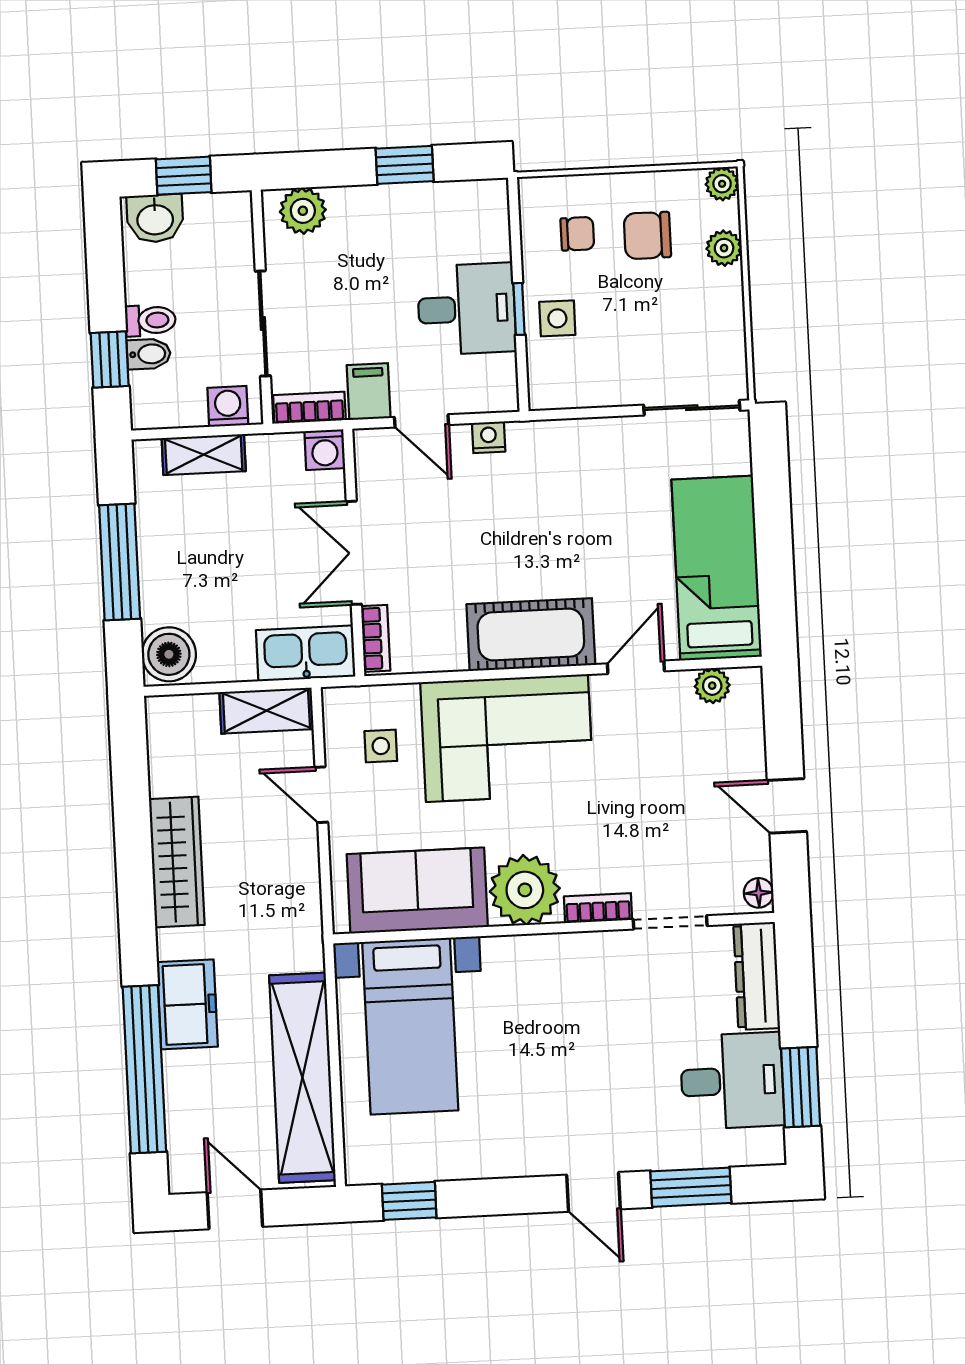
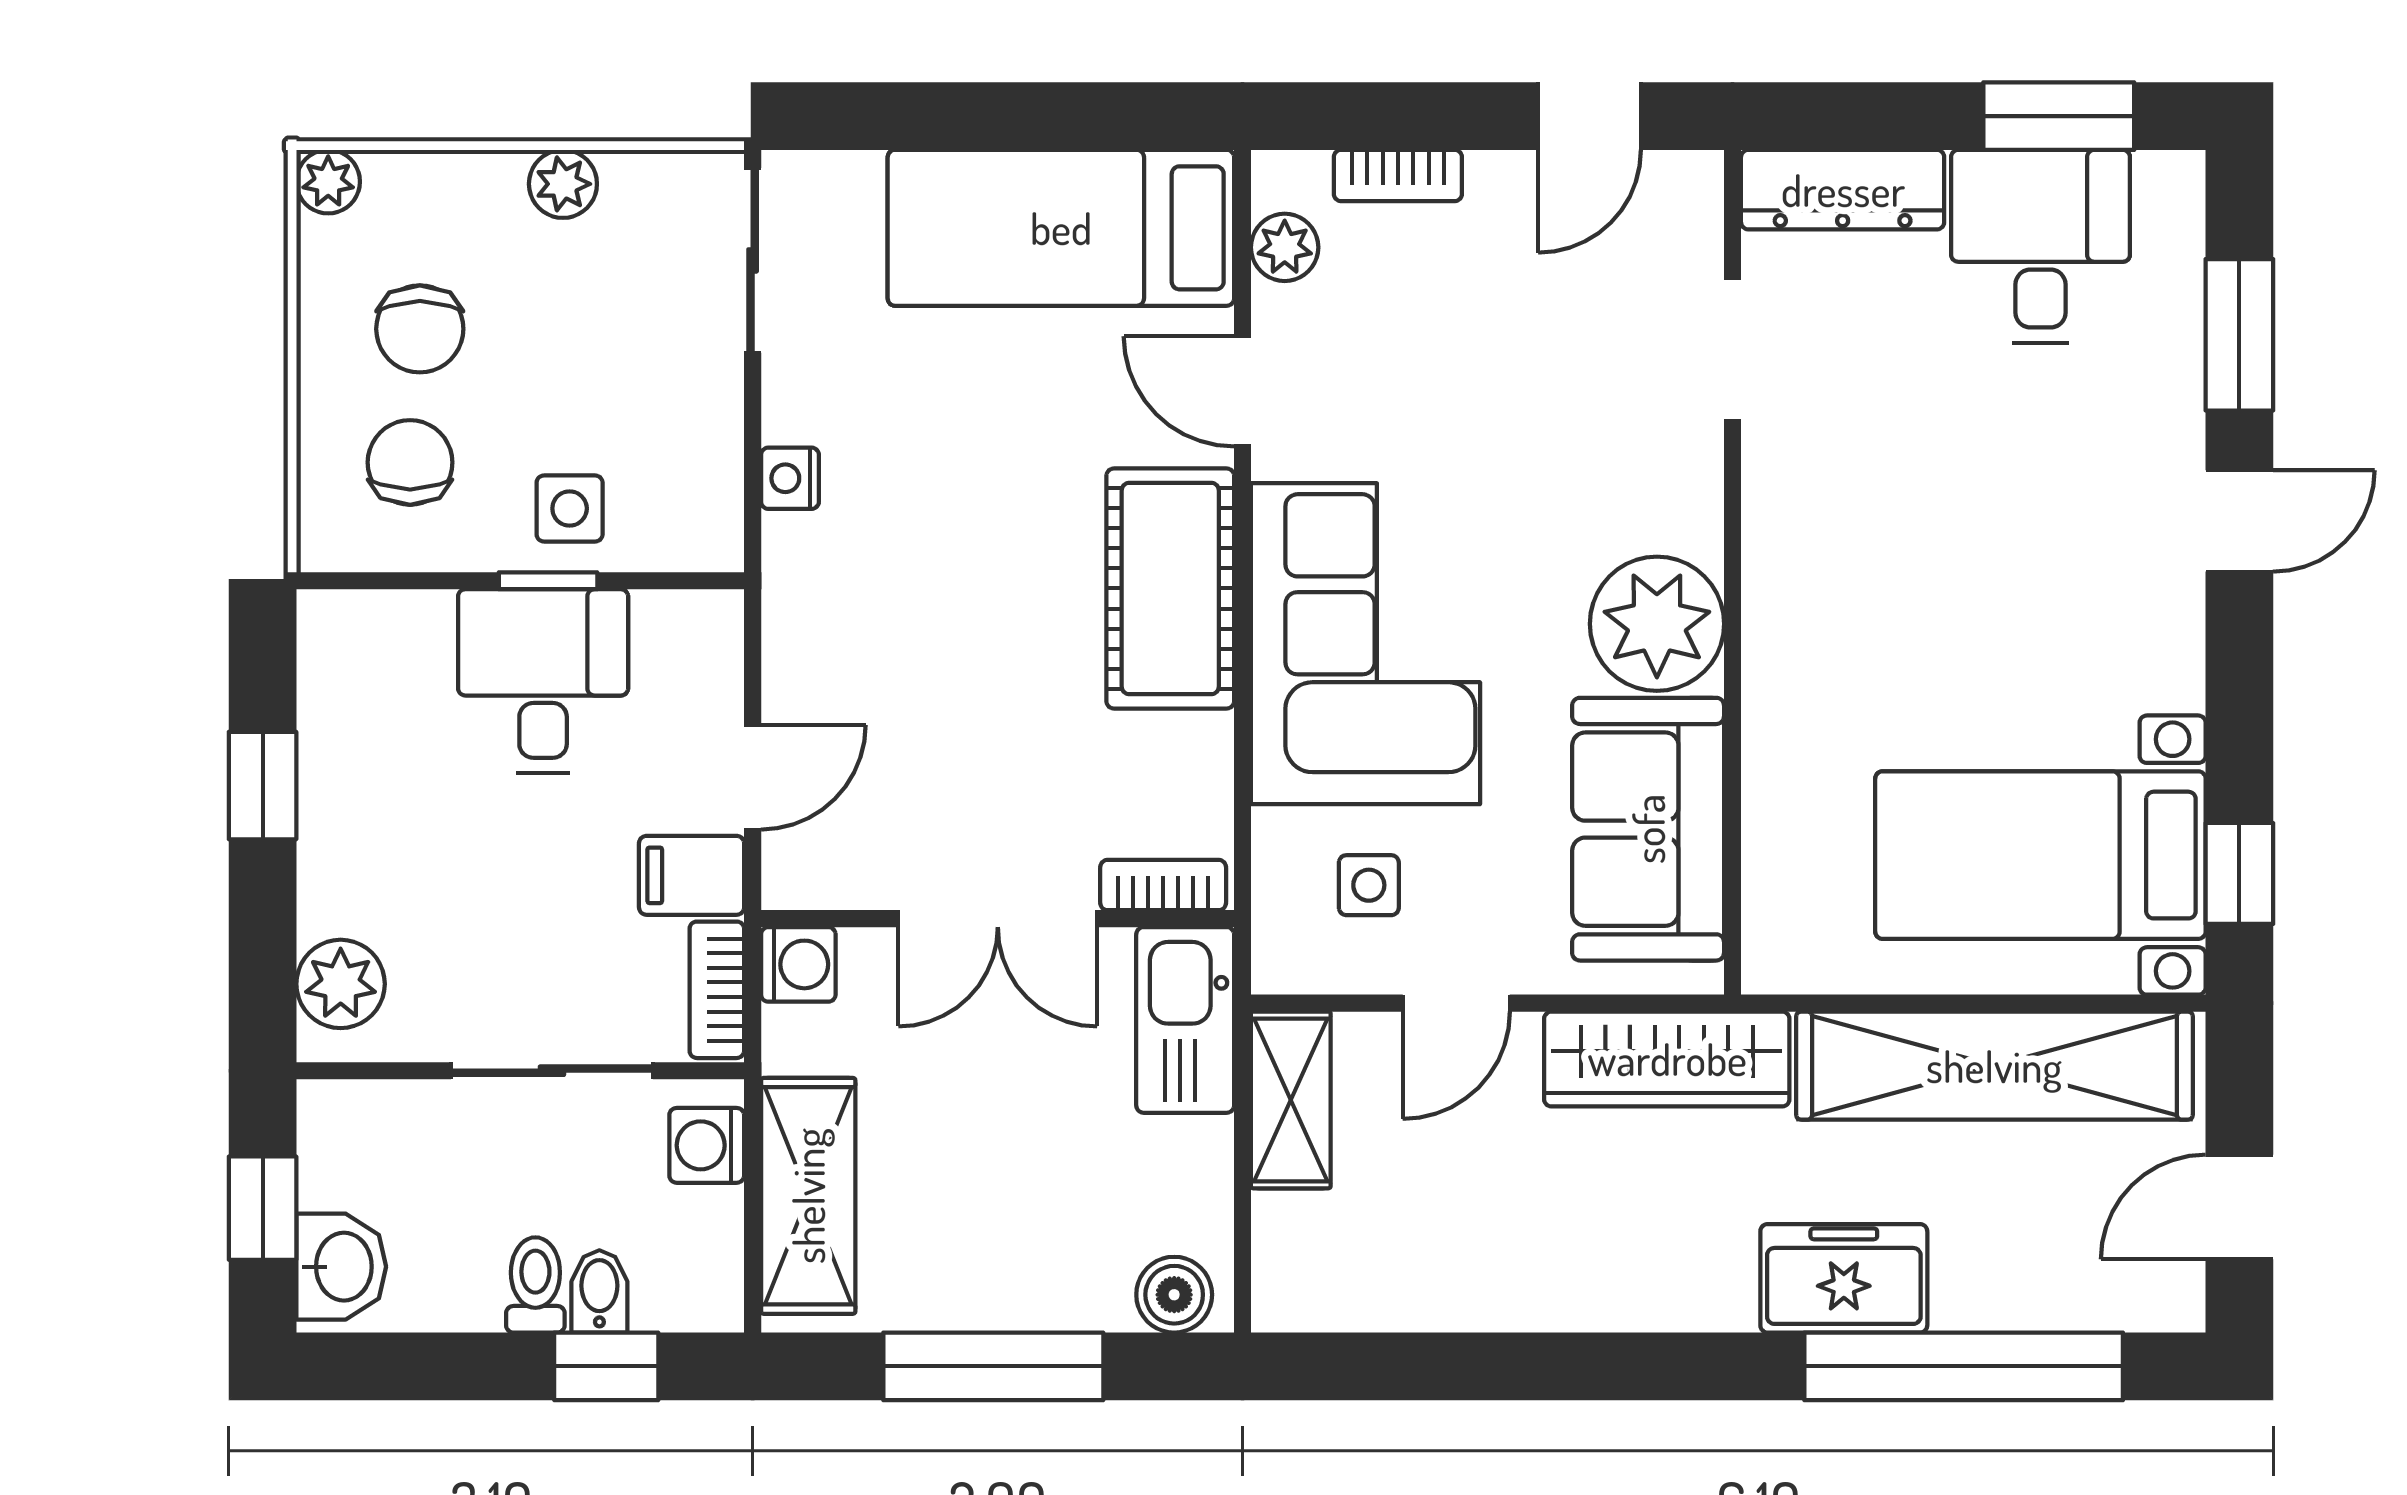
chair: (577, 234) -> (410, 462), width x1.37, depth x1.37
plant: (724, 248) -> (563, 184), moved
nightstand: (489, 437) -> (790, 478), moved
shelving: (204, 455) -> (808, 1196), width x1.50, depth x1.33
boiler: (169, 654) -> (1174, 1295), width x0.73, depth x0.73
door: (787, 806) -> (1590, 116), moved
wardrobe: (177, 862) -> (1667, 1059), moved, turned 180
floor lamp: (759, 893) -> (1684, 178), removed
bookcase: (598, 908) -> (1398, 176), moved, turned -90
bed with nightstands: (410, 1026) -> (2040, 855), moved, turned 180

